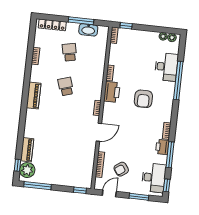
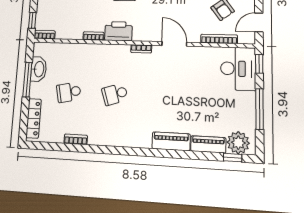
piano: (34, 95) -> (171, 141), moved
desk: (78, 175) -> (238, 69), added
window: (38, 186) -> (260, 109), moved
door: (109, 193) -> (259, 22), hinge flipped

